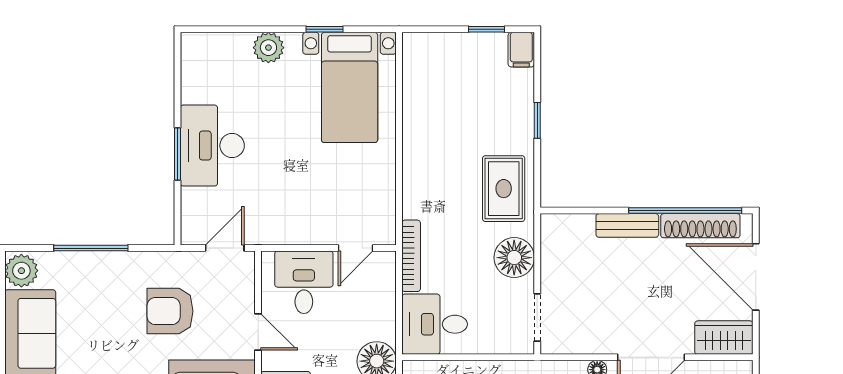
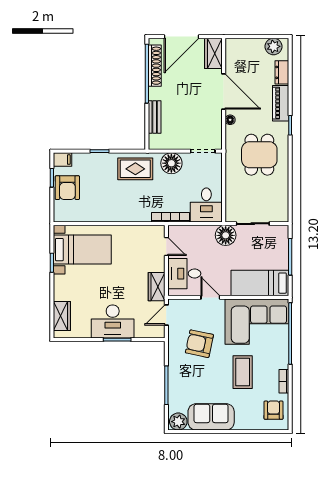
wardrobe: (223, 48) -> (62, 316), added
plant: (268, 48) -> (61, 292), removed
armchair: (468, 59) -> (67, 188), added
bench: (627, 225) -> (155, 117), moved
wardrobe: (279, 229) -> (157, 287), added
door: (225, 248) -> (166, 315), hinge flipped
armchair: (170, 311) -> (199, 344), turned 102
door: (258, 332) -> (210, 297), hinge flipped

